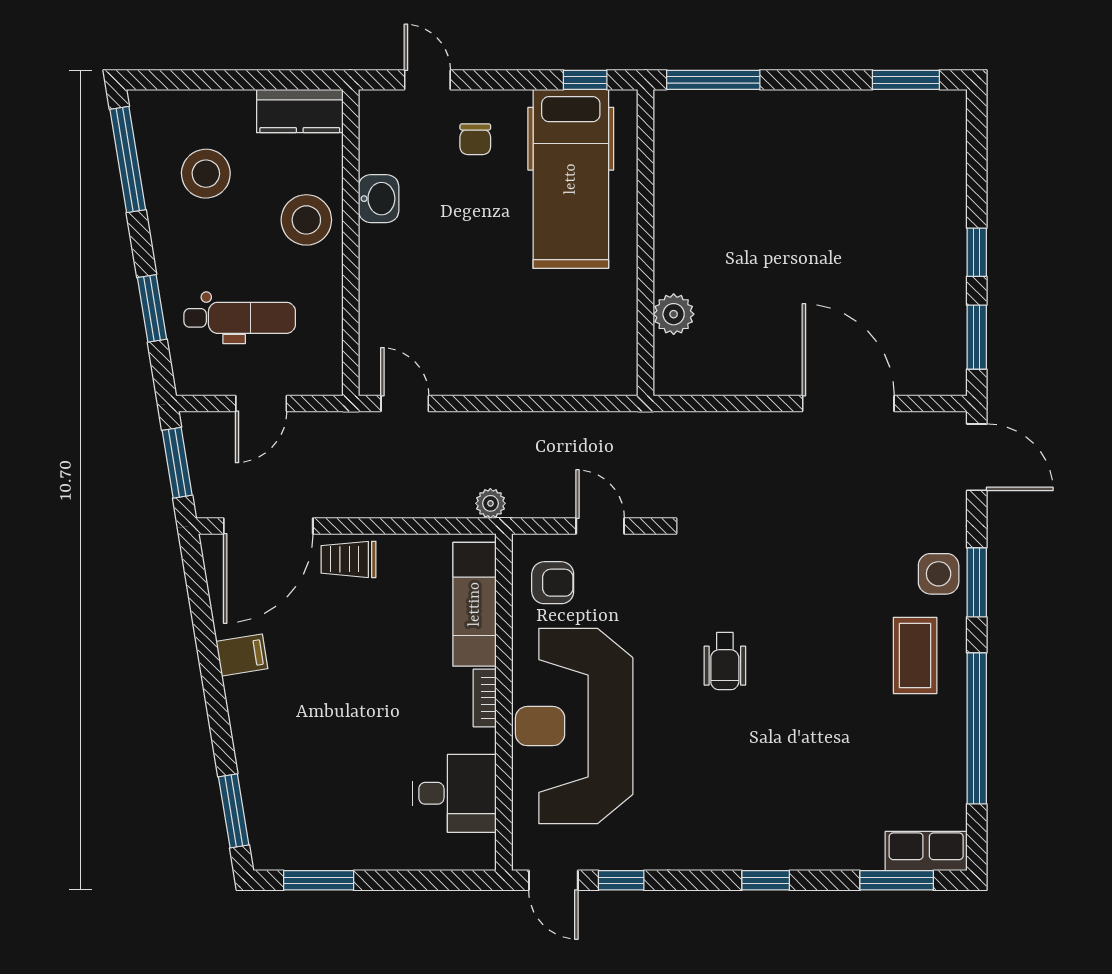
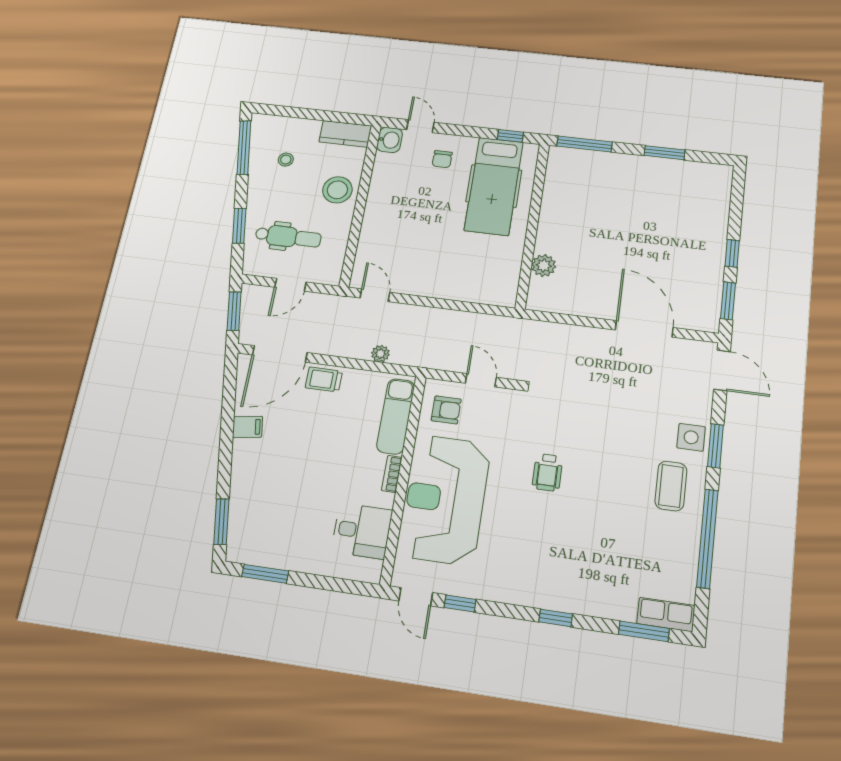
window: (906, 80) -> (665, 153), moved
stool: (206, 174) -> (286, 160), width x0.53, depth x0.53
washbasin: (379, 199) -> (390, 140), moved
plant: (490, 503) -> (380, 354), moved

